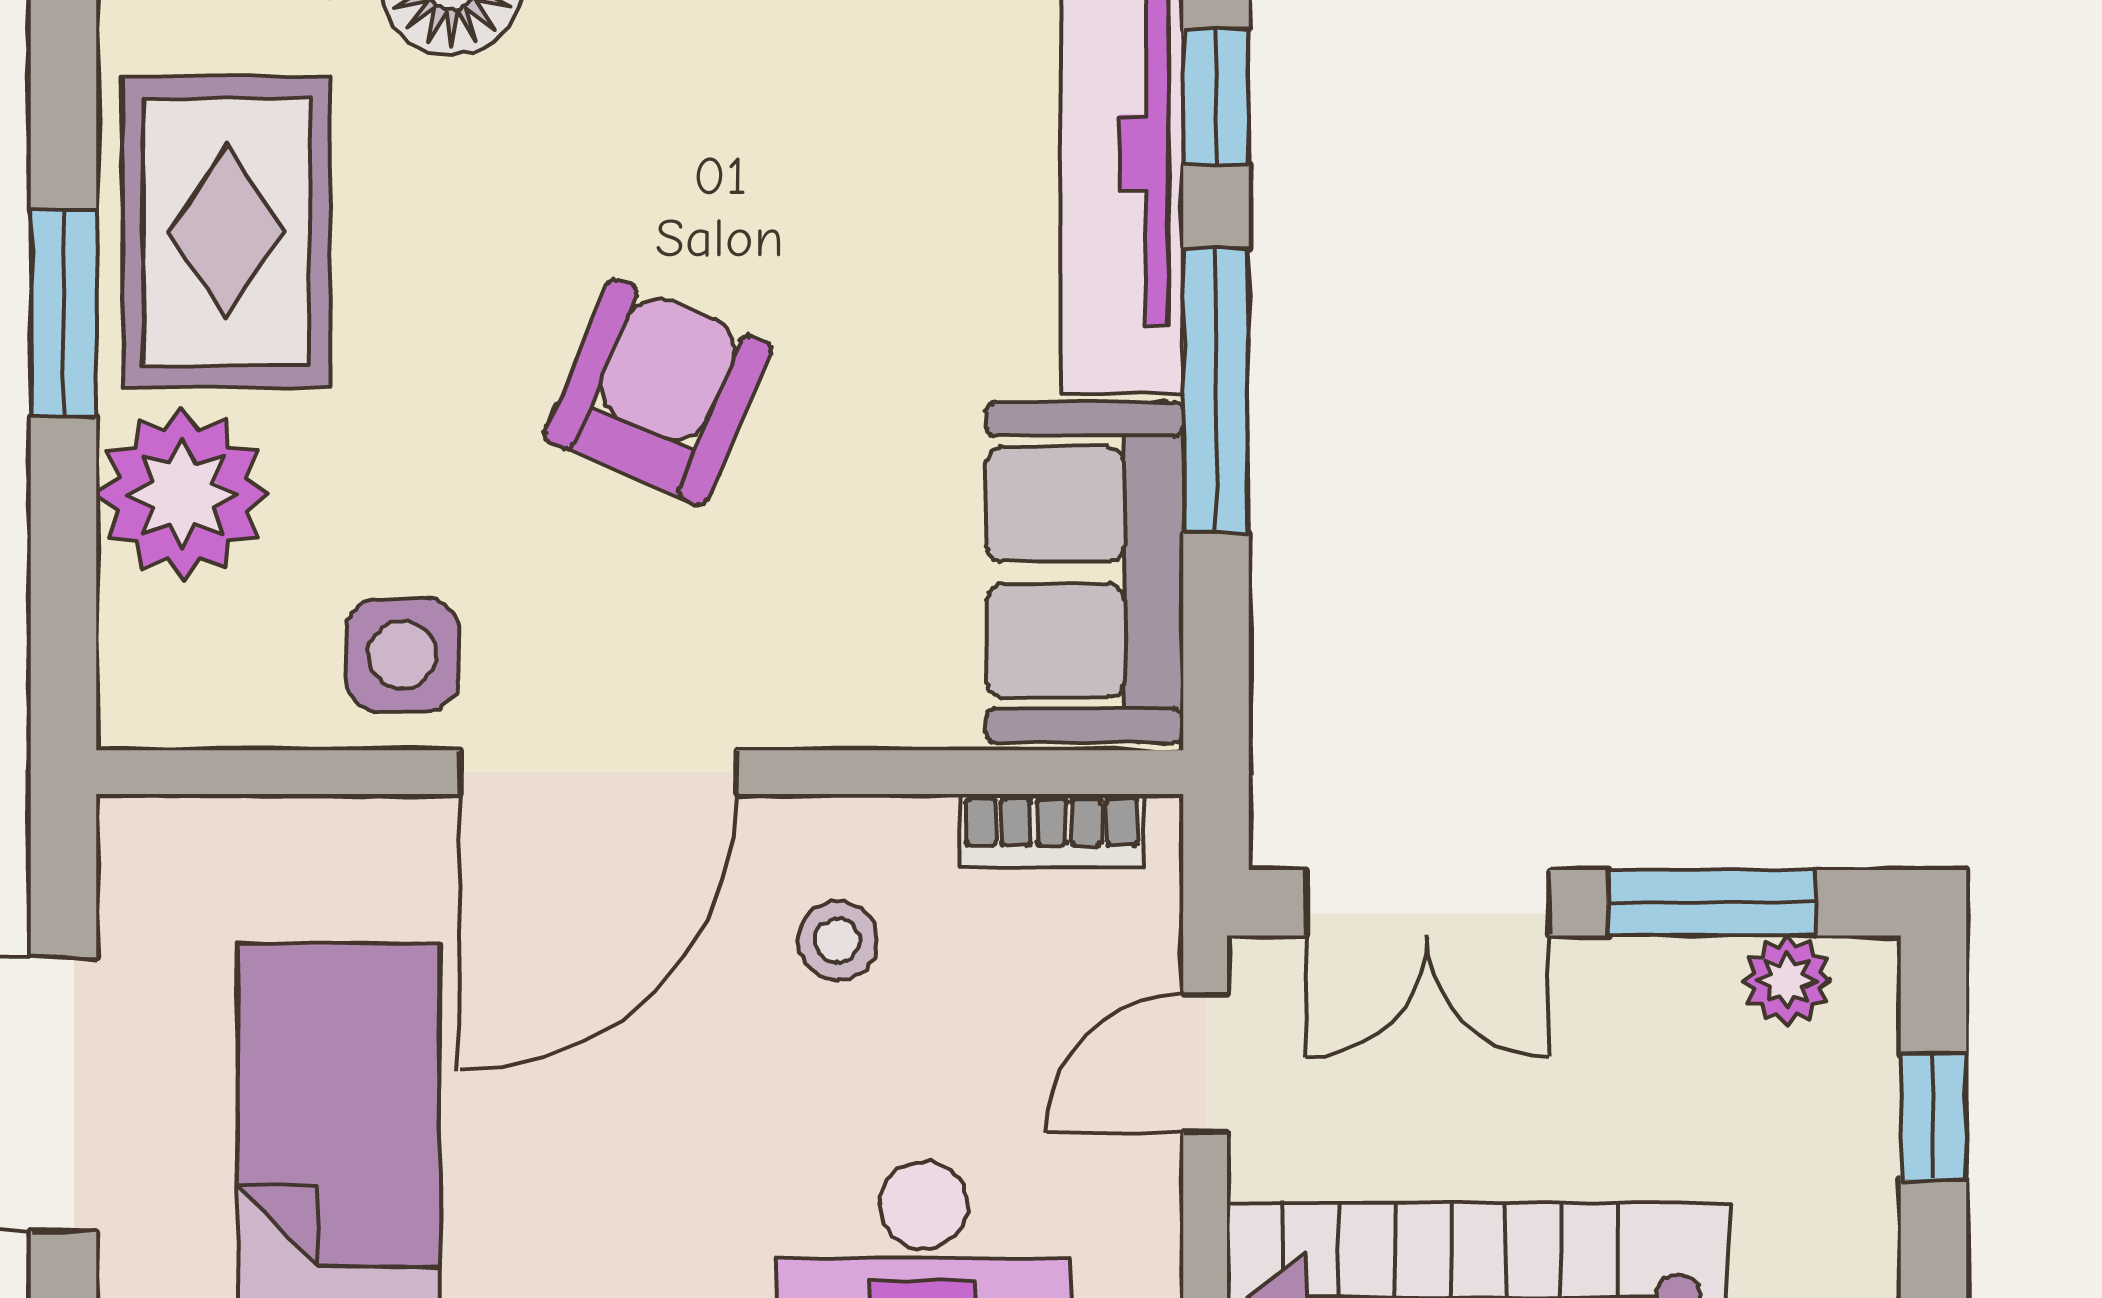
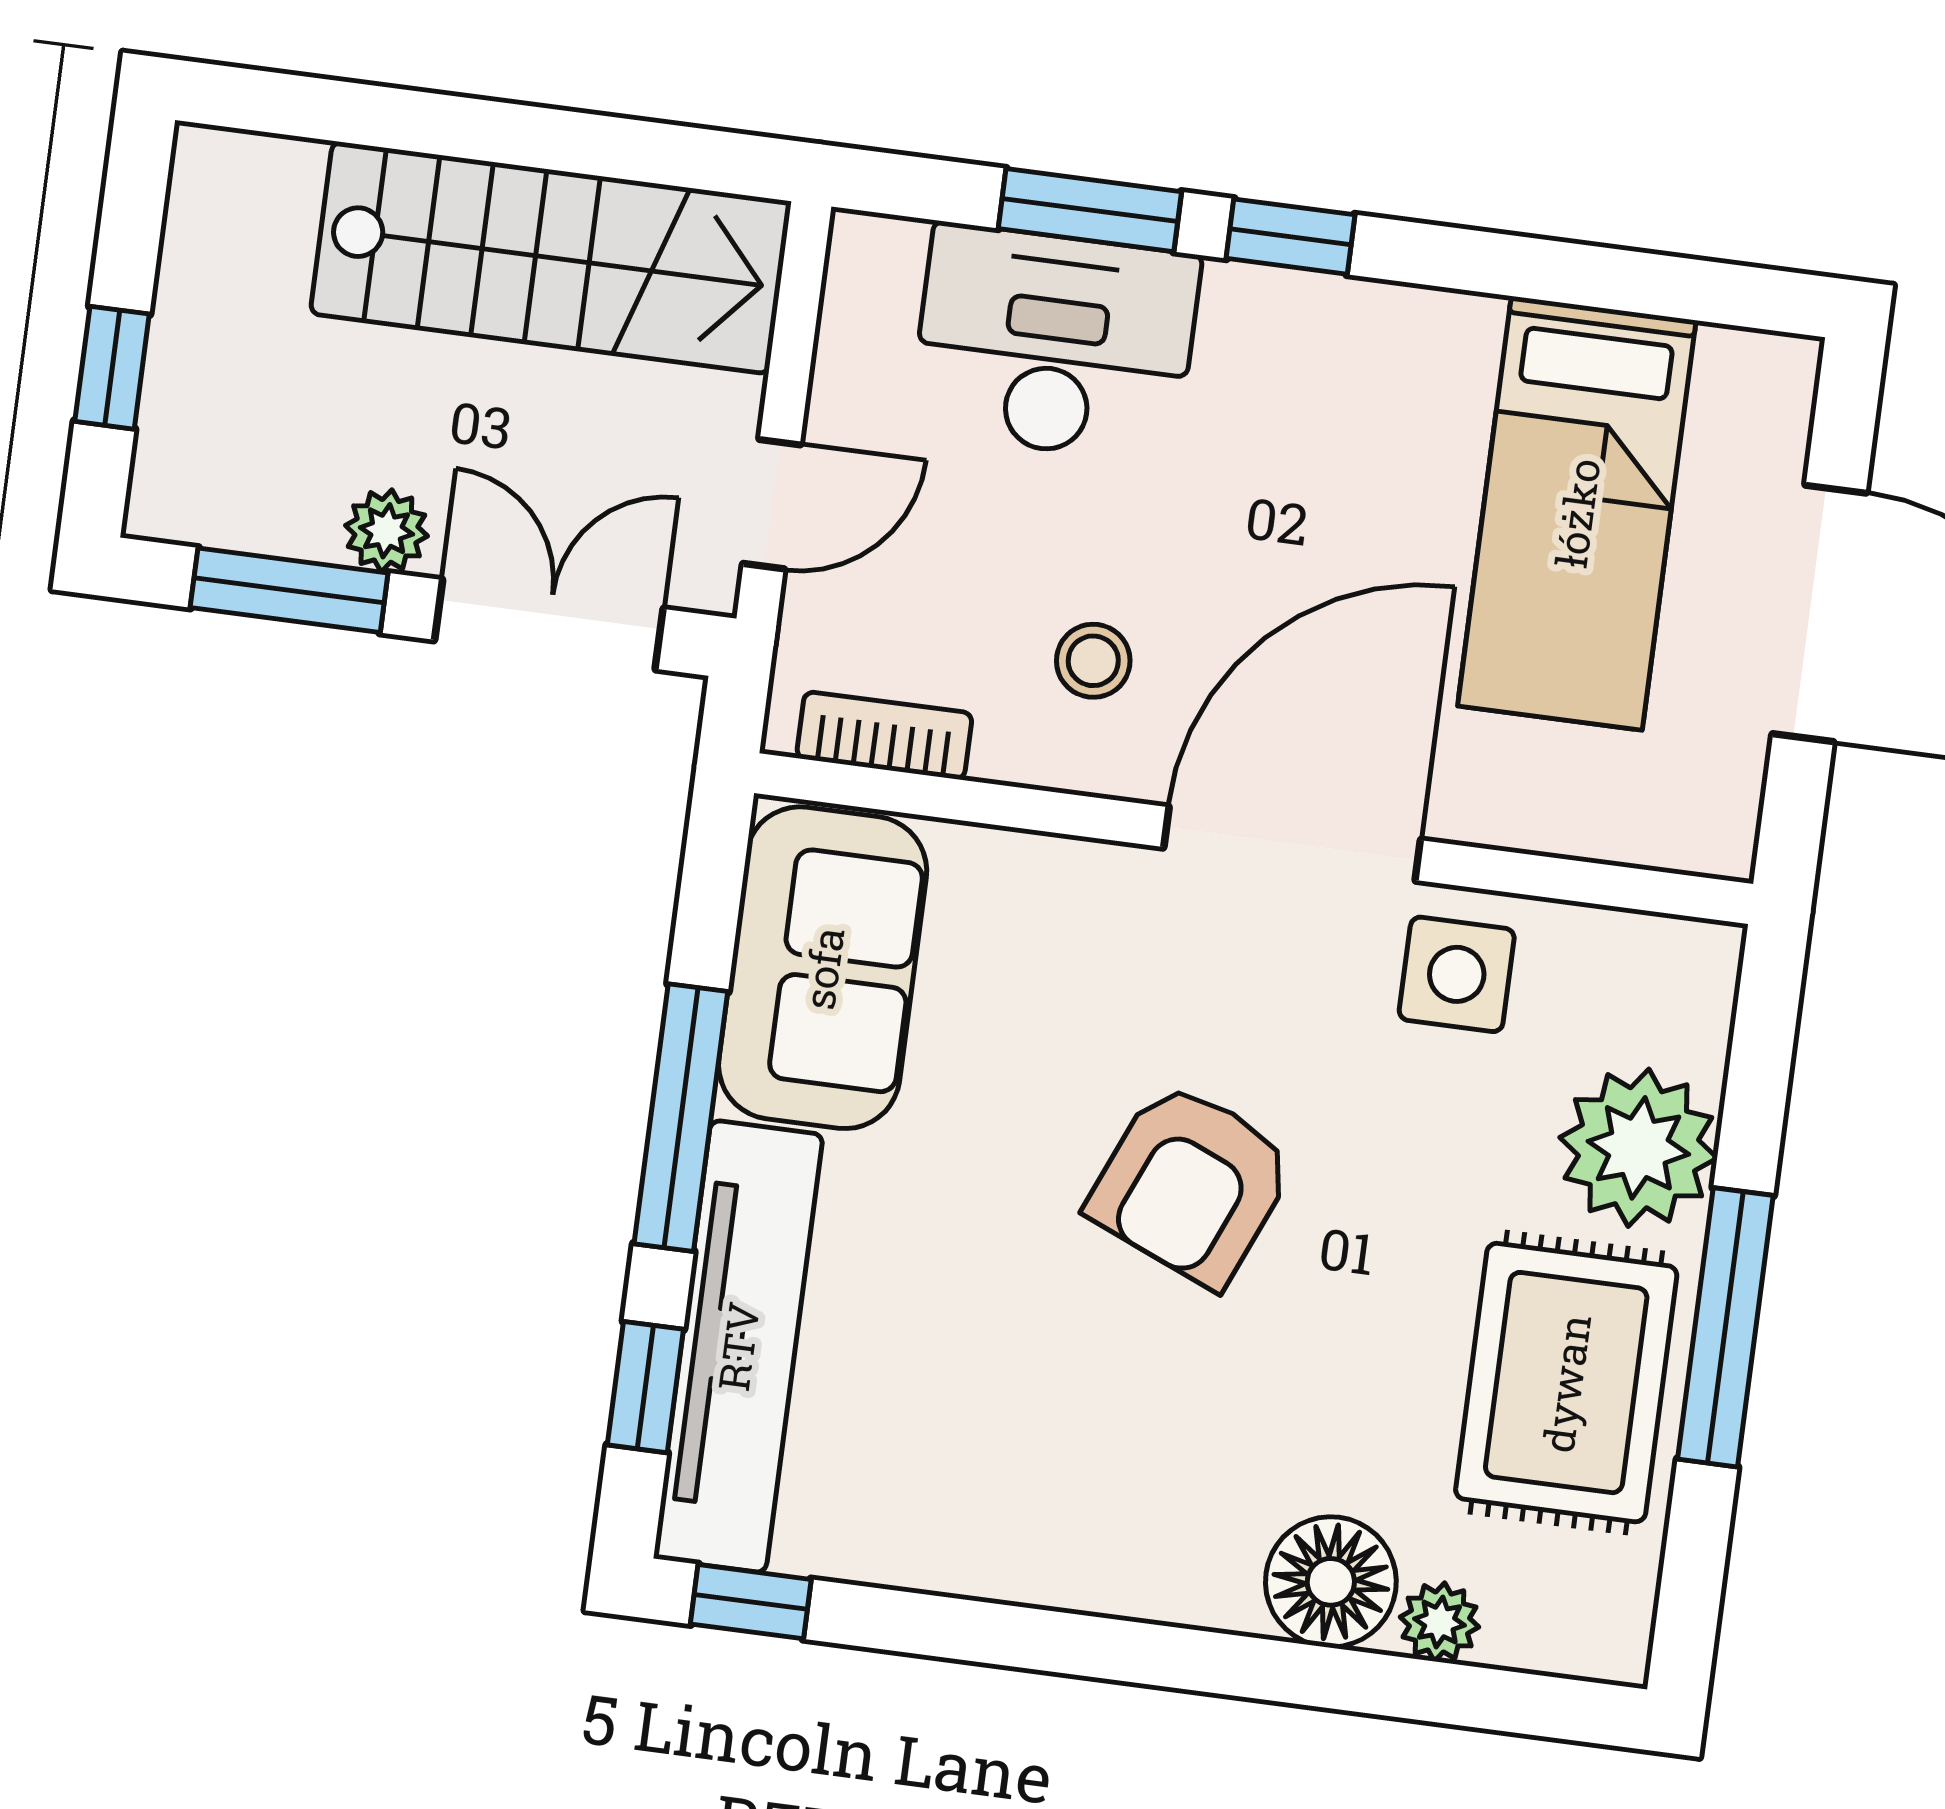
window: (64, 314) -> (1725, 1327), width x1.44
plant: (1787, 980) -> (386, 531), moved

